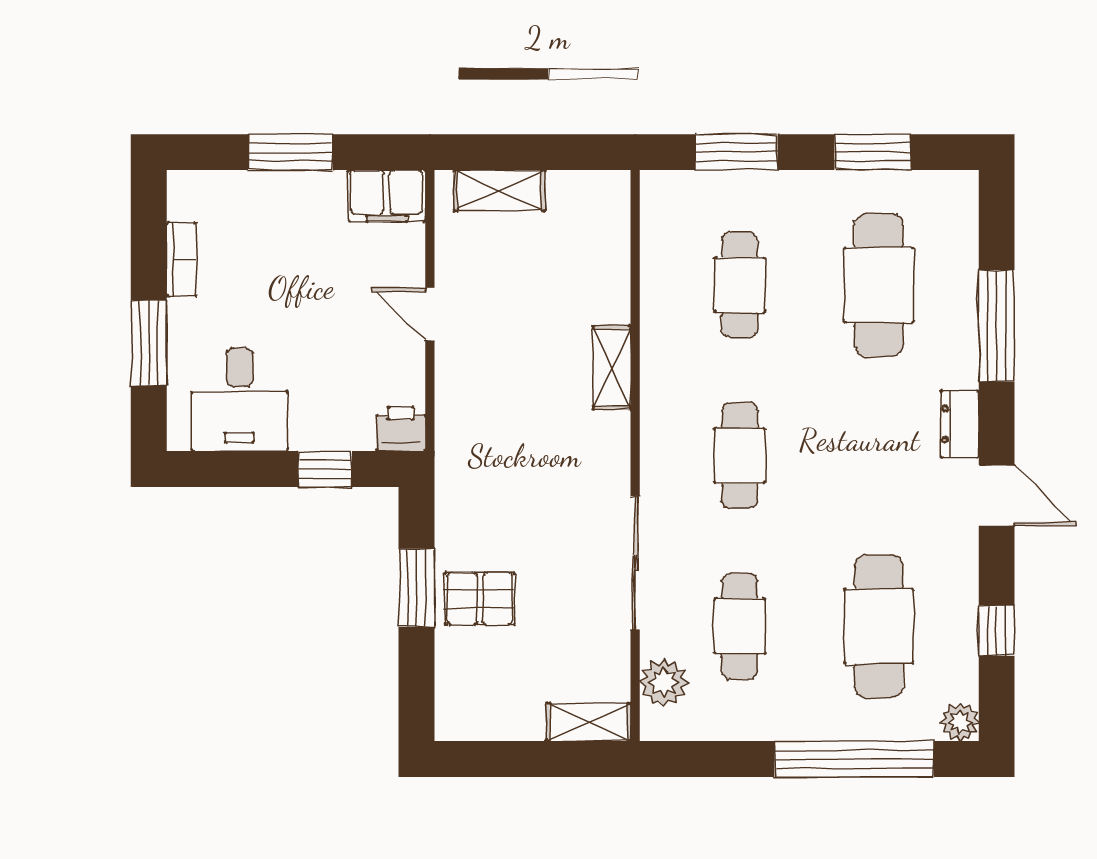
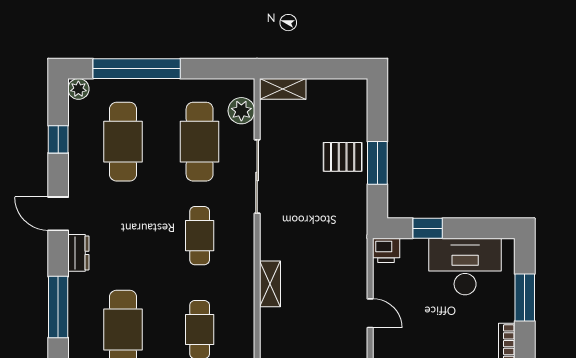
desk: (240, 399) -> (465, 266), width x1.37
cafe table: (740, 626) -> (200, 142), width x1.37, depth x1.35

